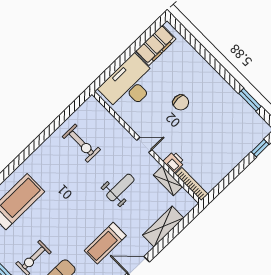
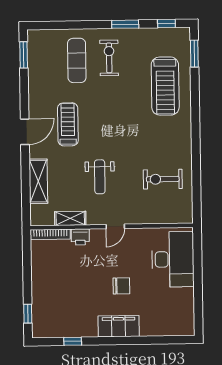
filing cabinet: (156, 45) -> (119, 326), moved, turned 90
window: (250, 100) -> (73, 341), width x0.67
chair: (181, 102) -> (121, 286), turned 180

